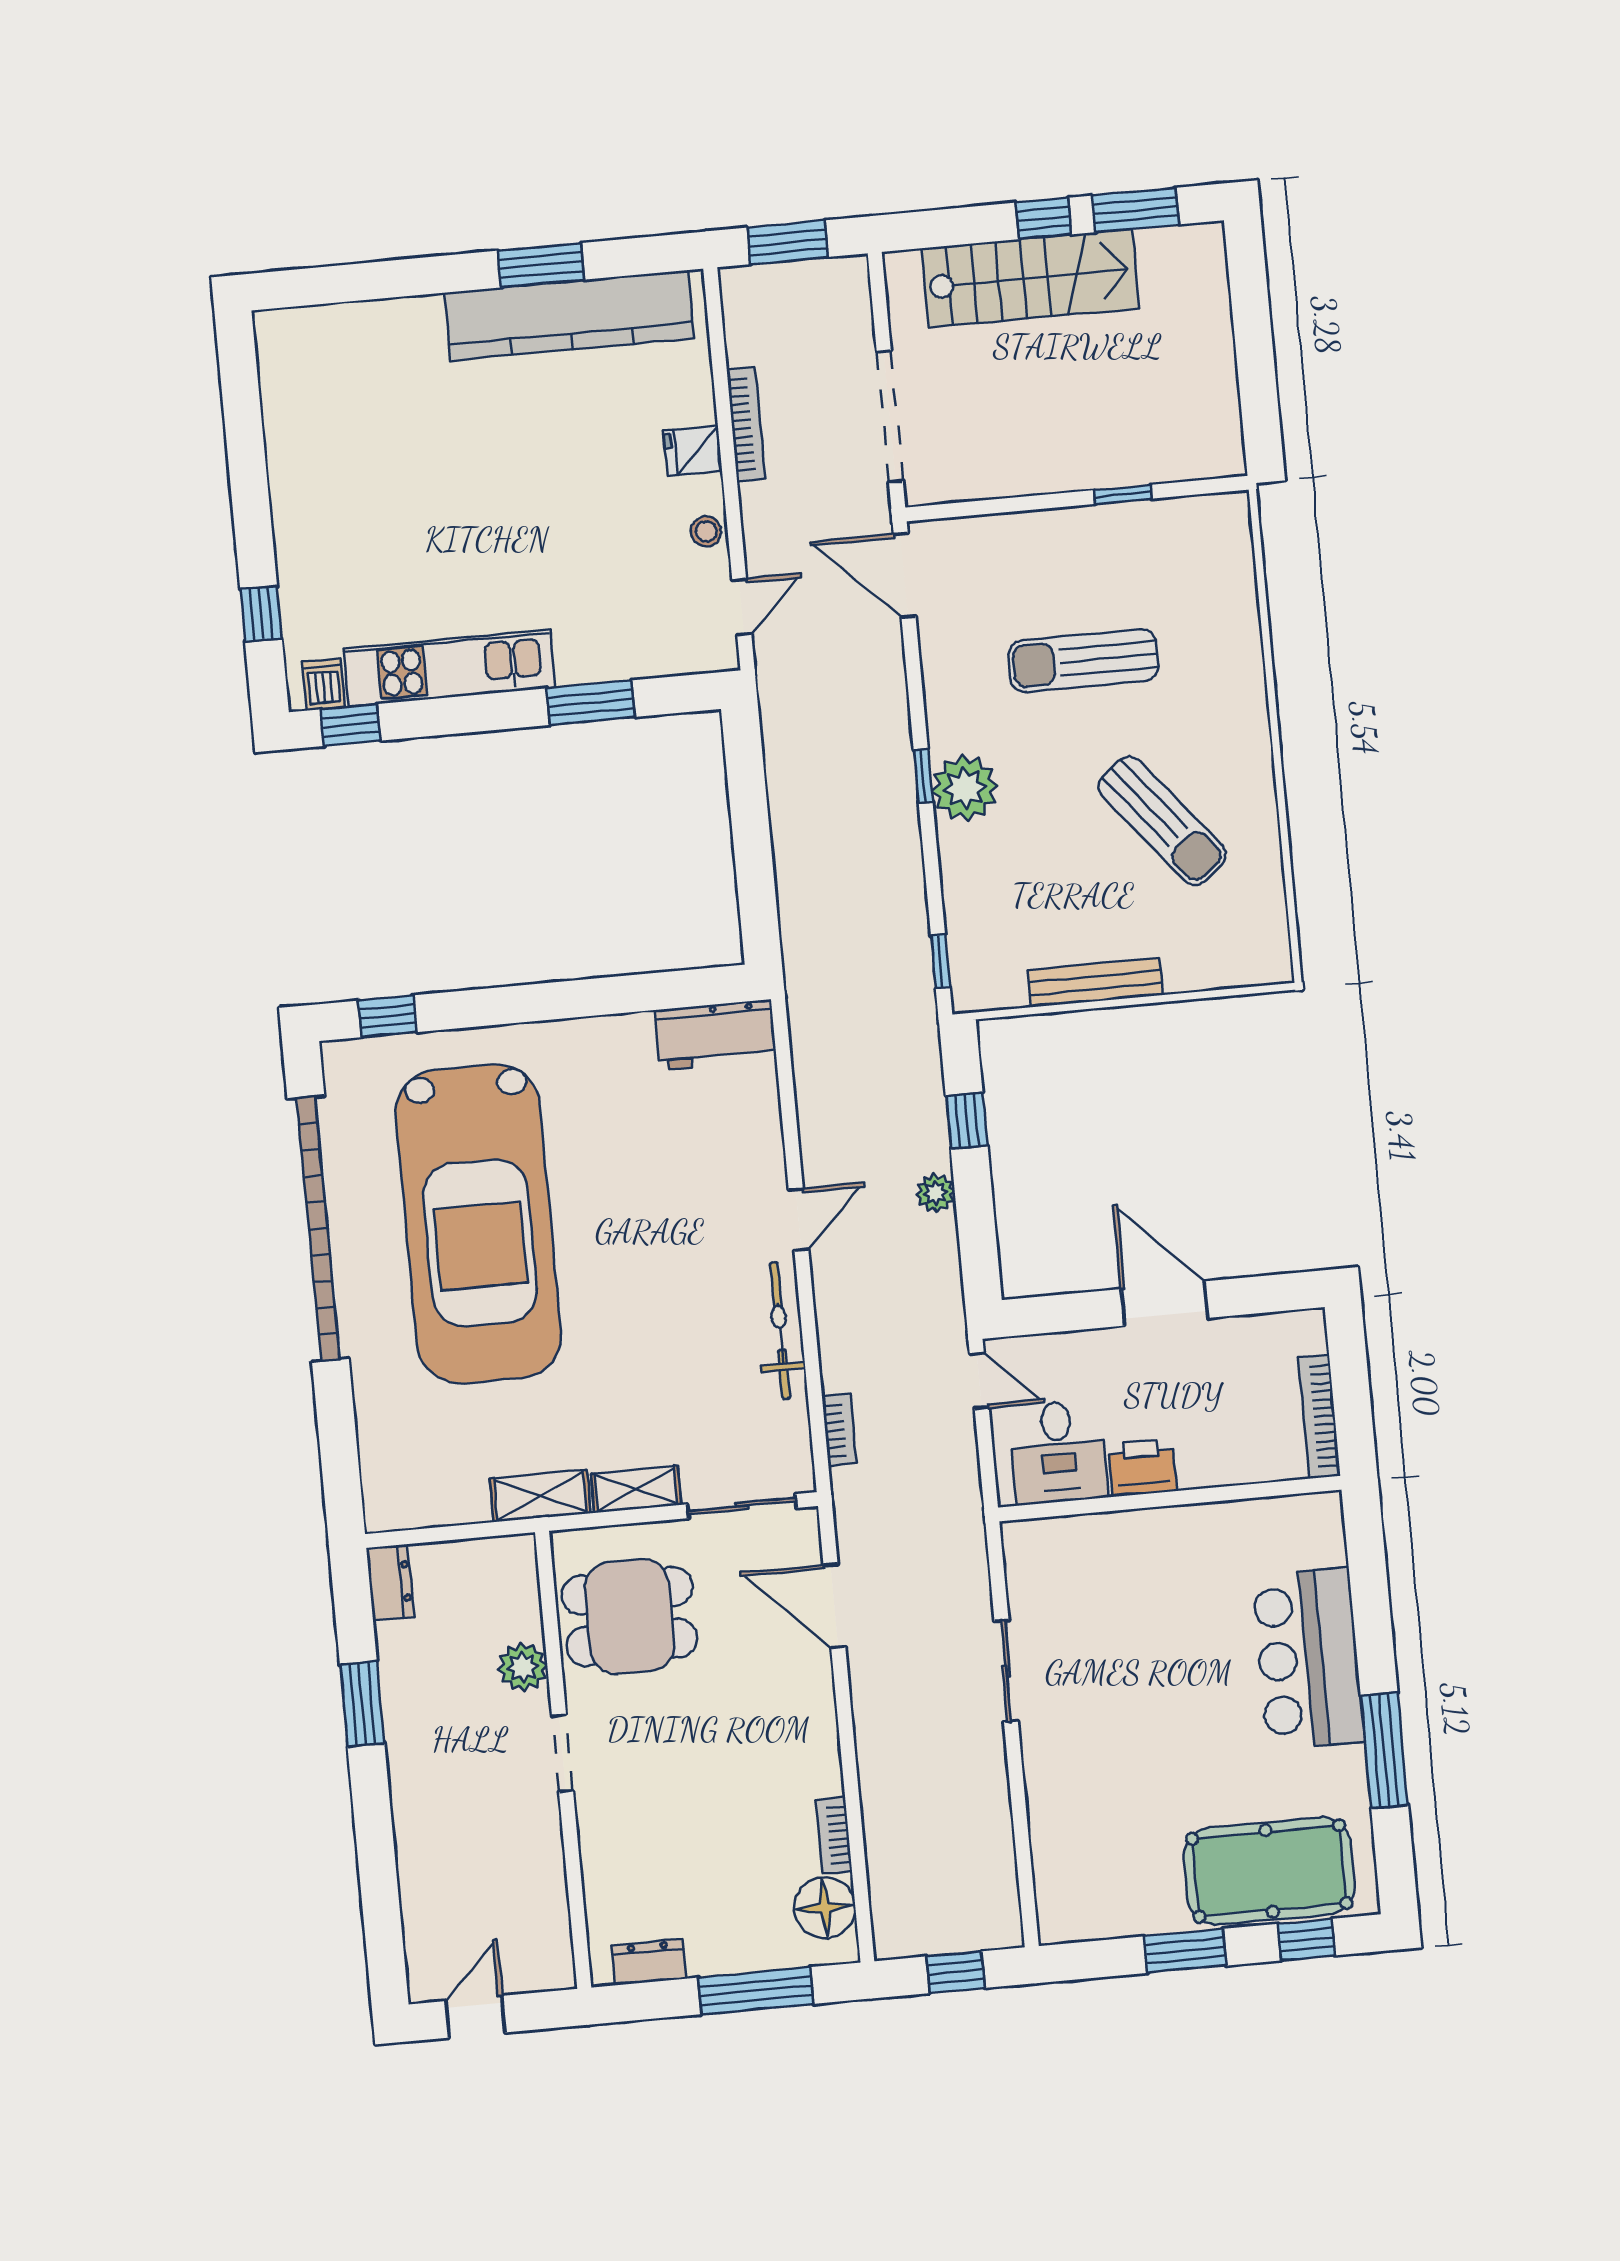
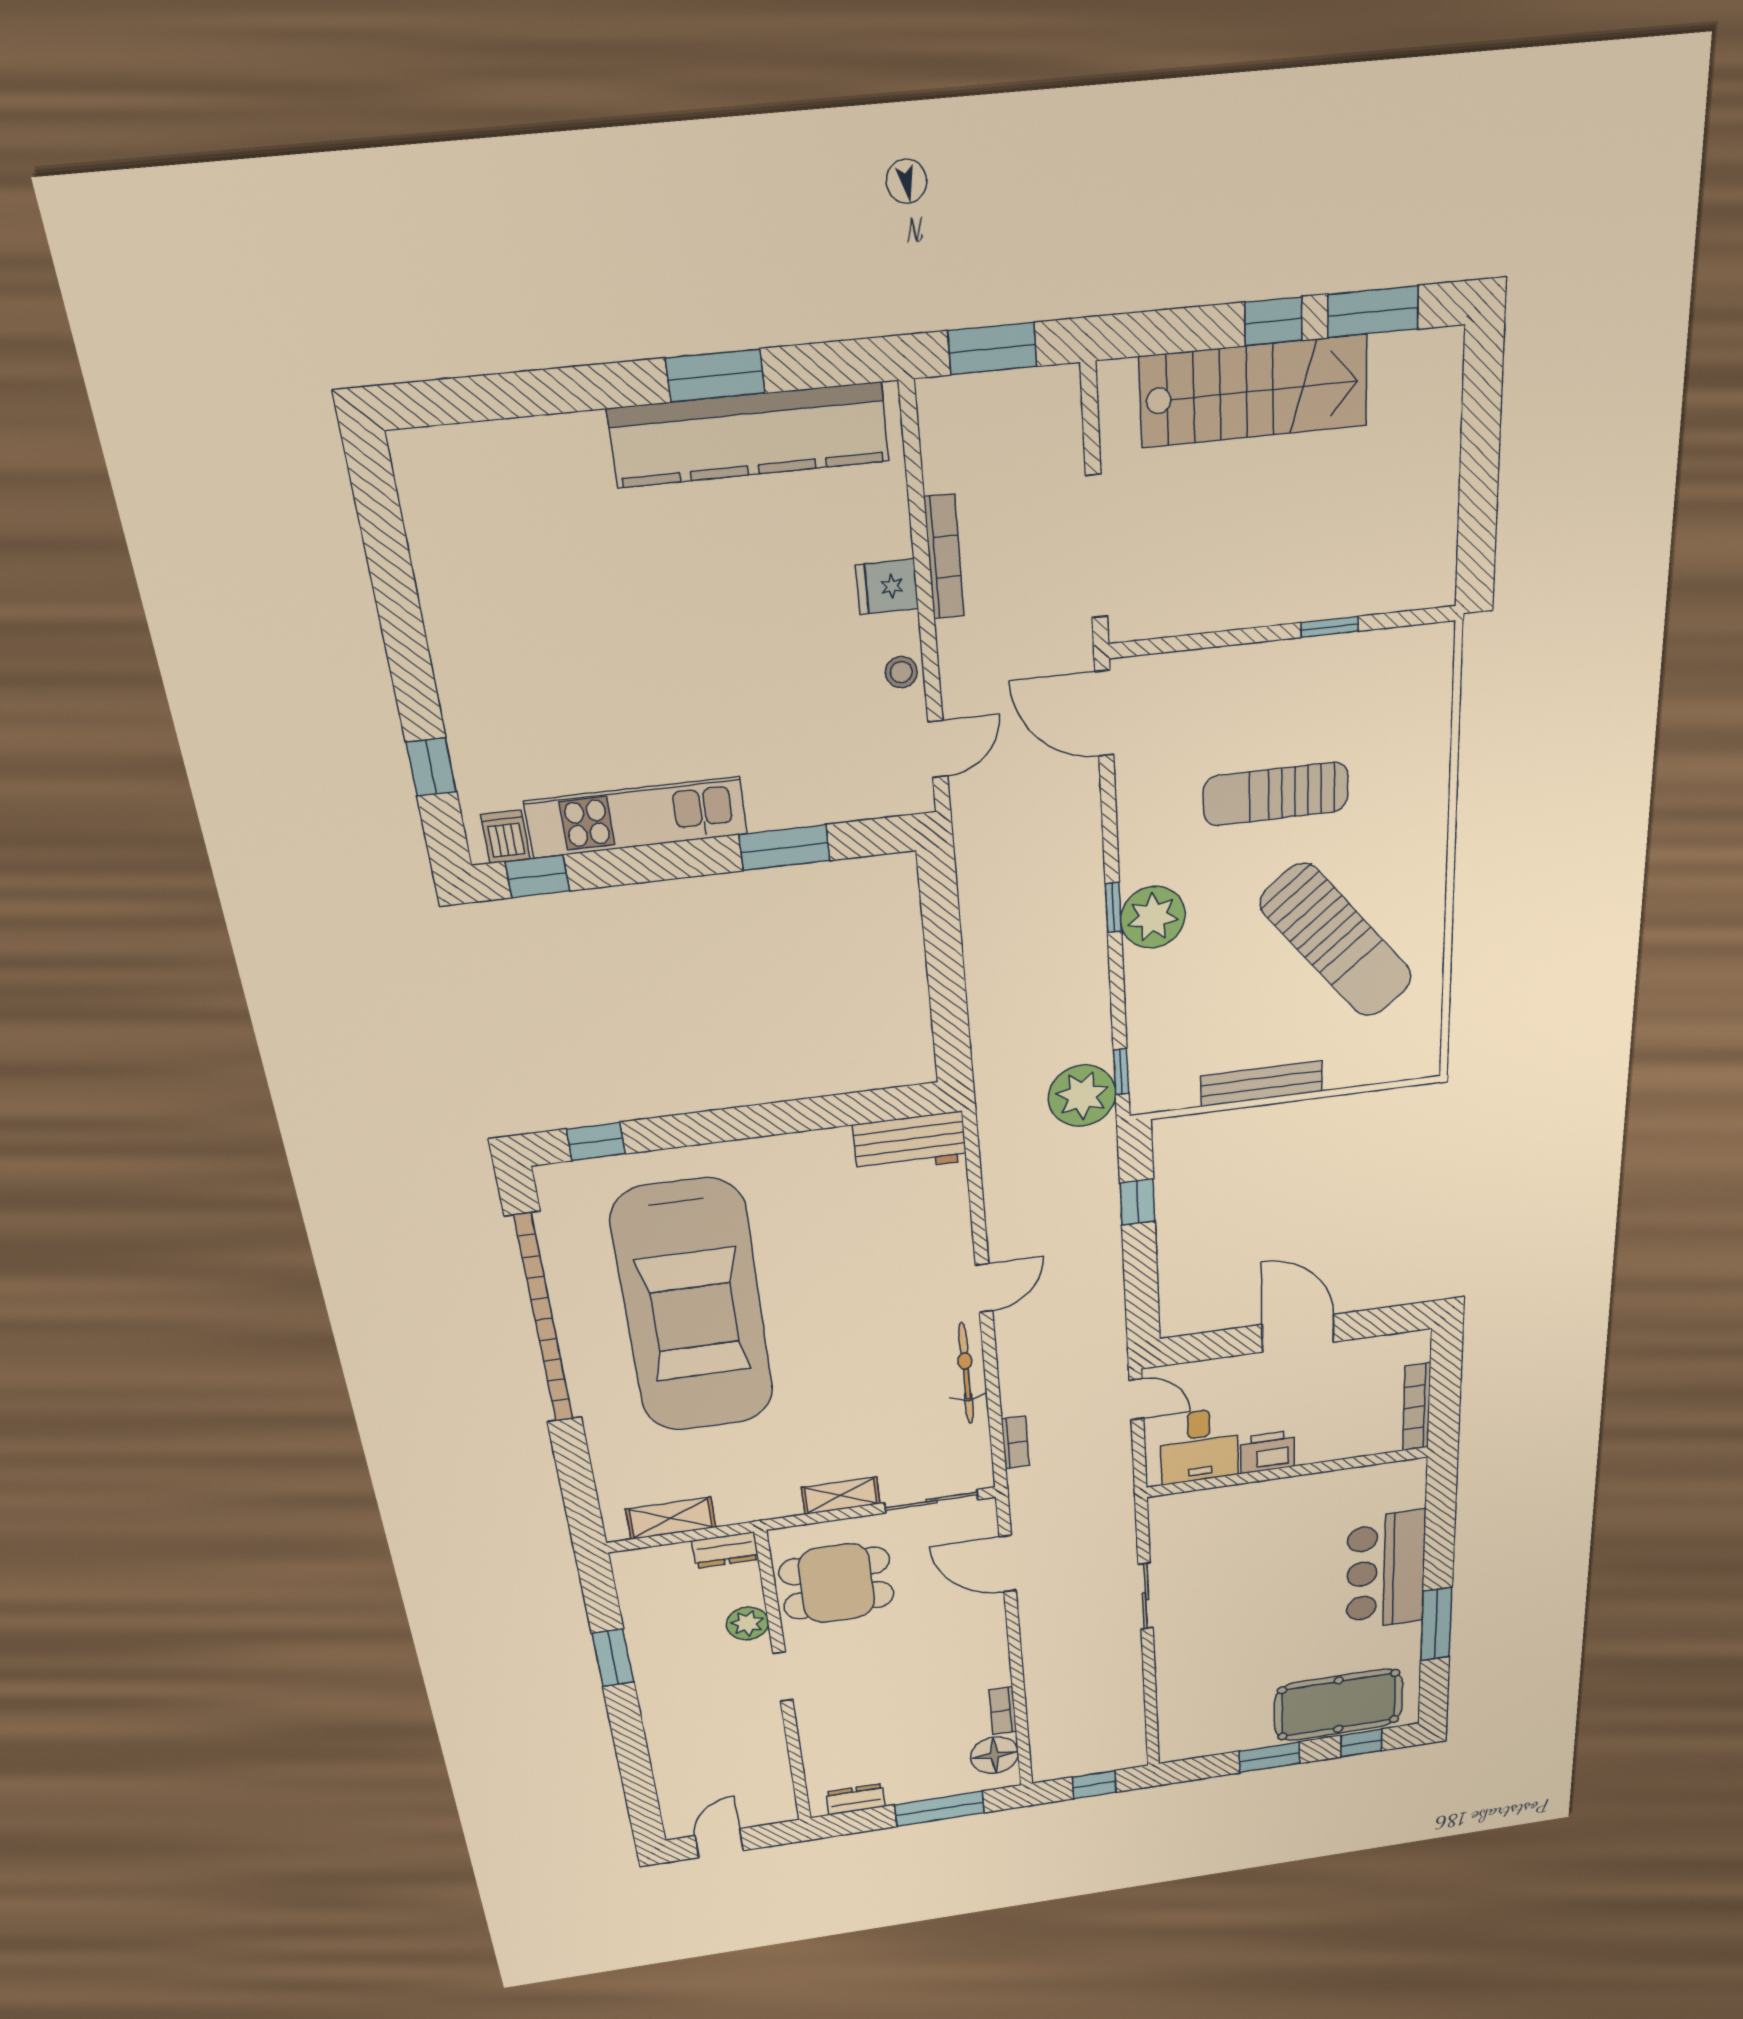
sun lounger: (1162, 821) -> (1337, 941), width x1.36, depth x1.34
plant: (936, 1193) -> (1082, 1096), moved, width x1.87, depth x1.87
shelving: (540, 1496) -> (671, 1518), moved
dresser: (390, 1582) -> (725, 1550), moved, turned 90

